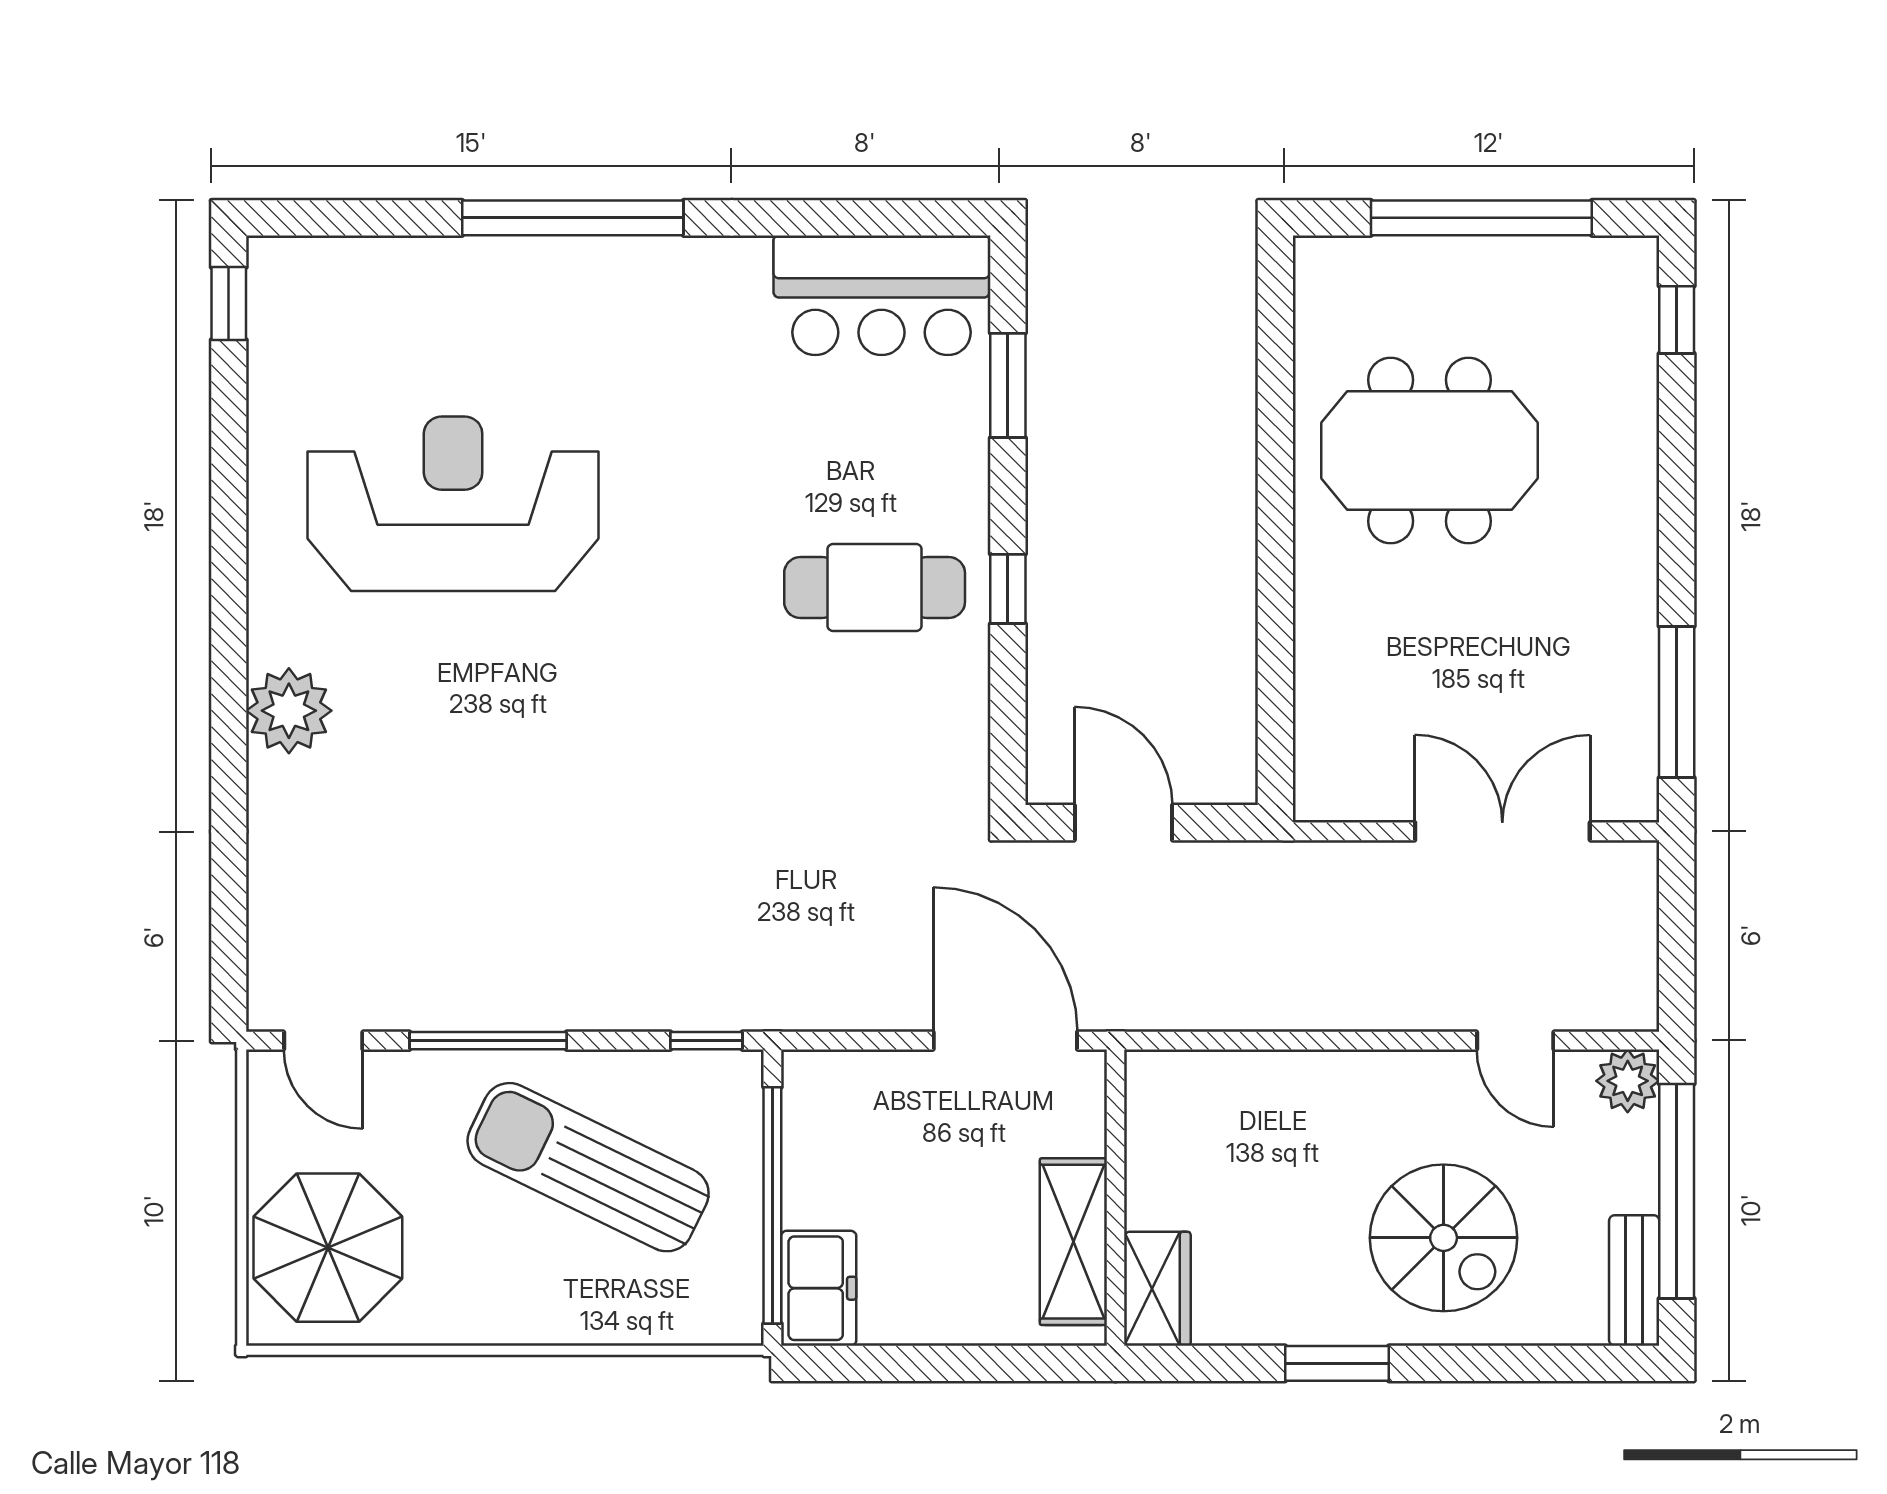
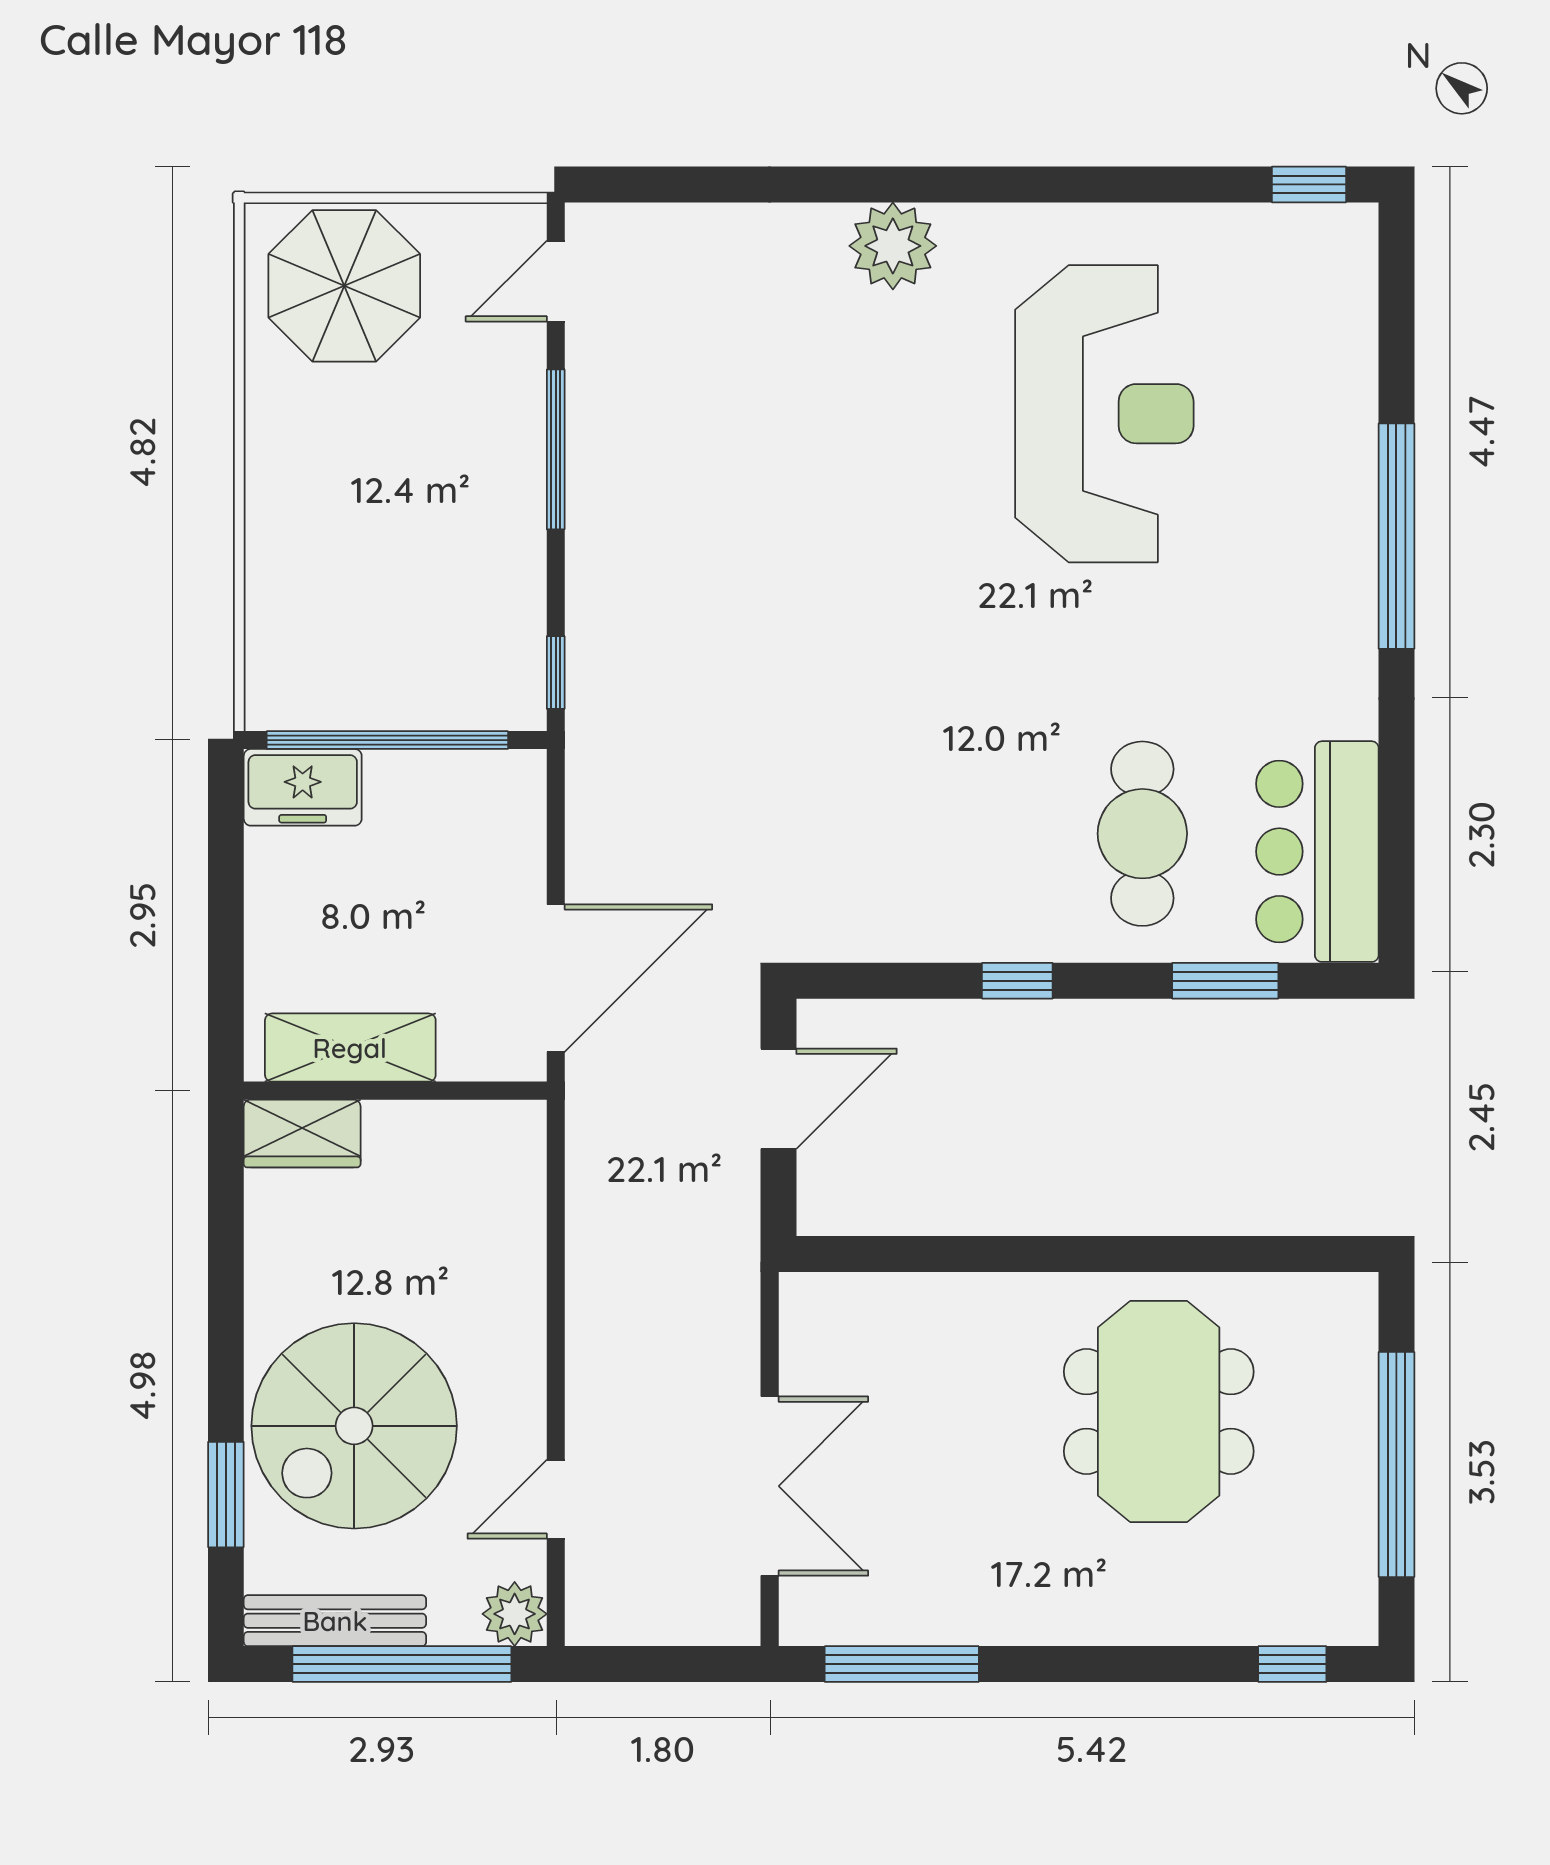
cafe table: (875, 588) -> (1142, 834), moved
sun lounger: (588, 1167) -> (426, 552), removed
spiral stairs: (1444, 1238) -> (354, 1426), width x1.37, depth x1.37
bench: (1634, 1280) -> (335, 1621), width x1.36
window: (1337, 1363) -> (226, 1495), moved

